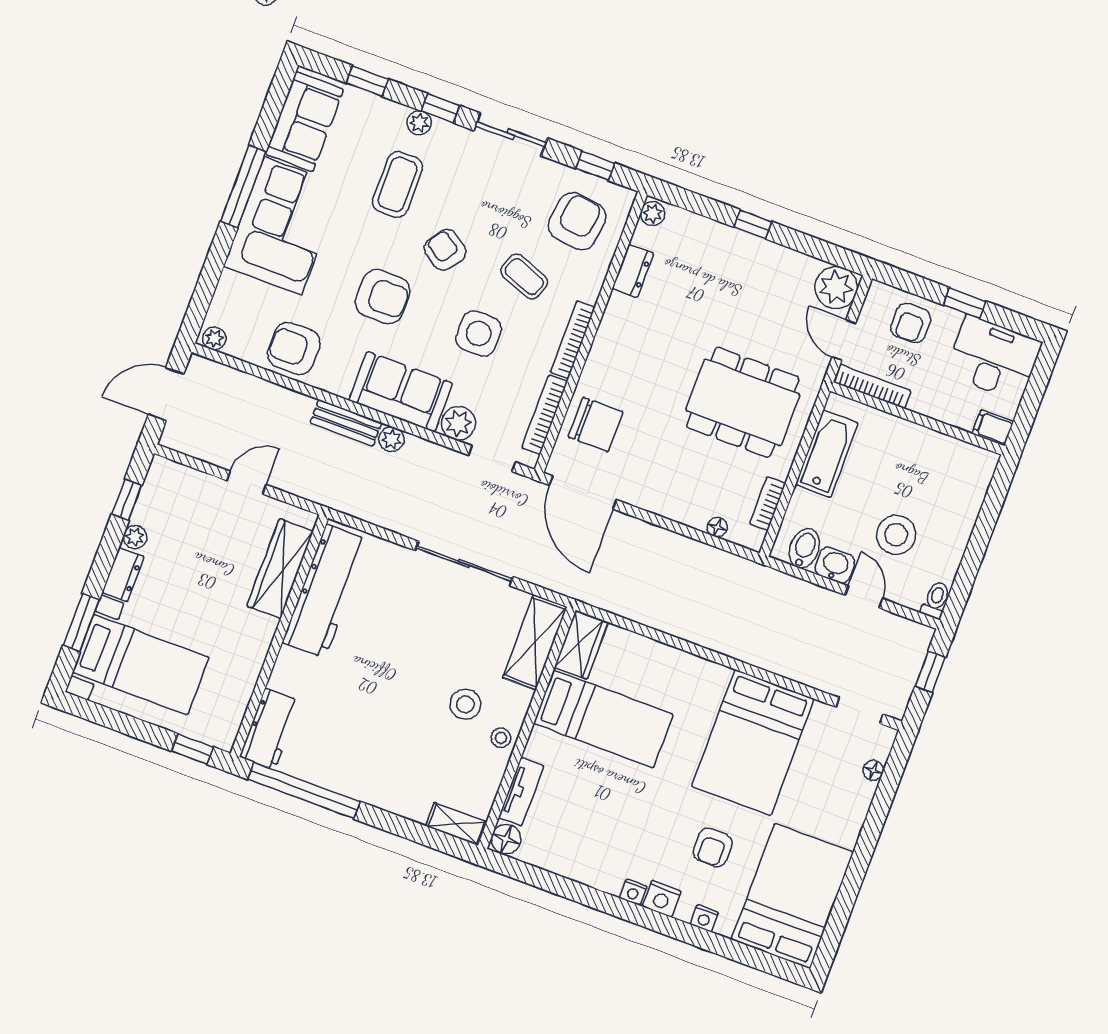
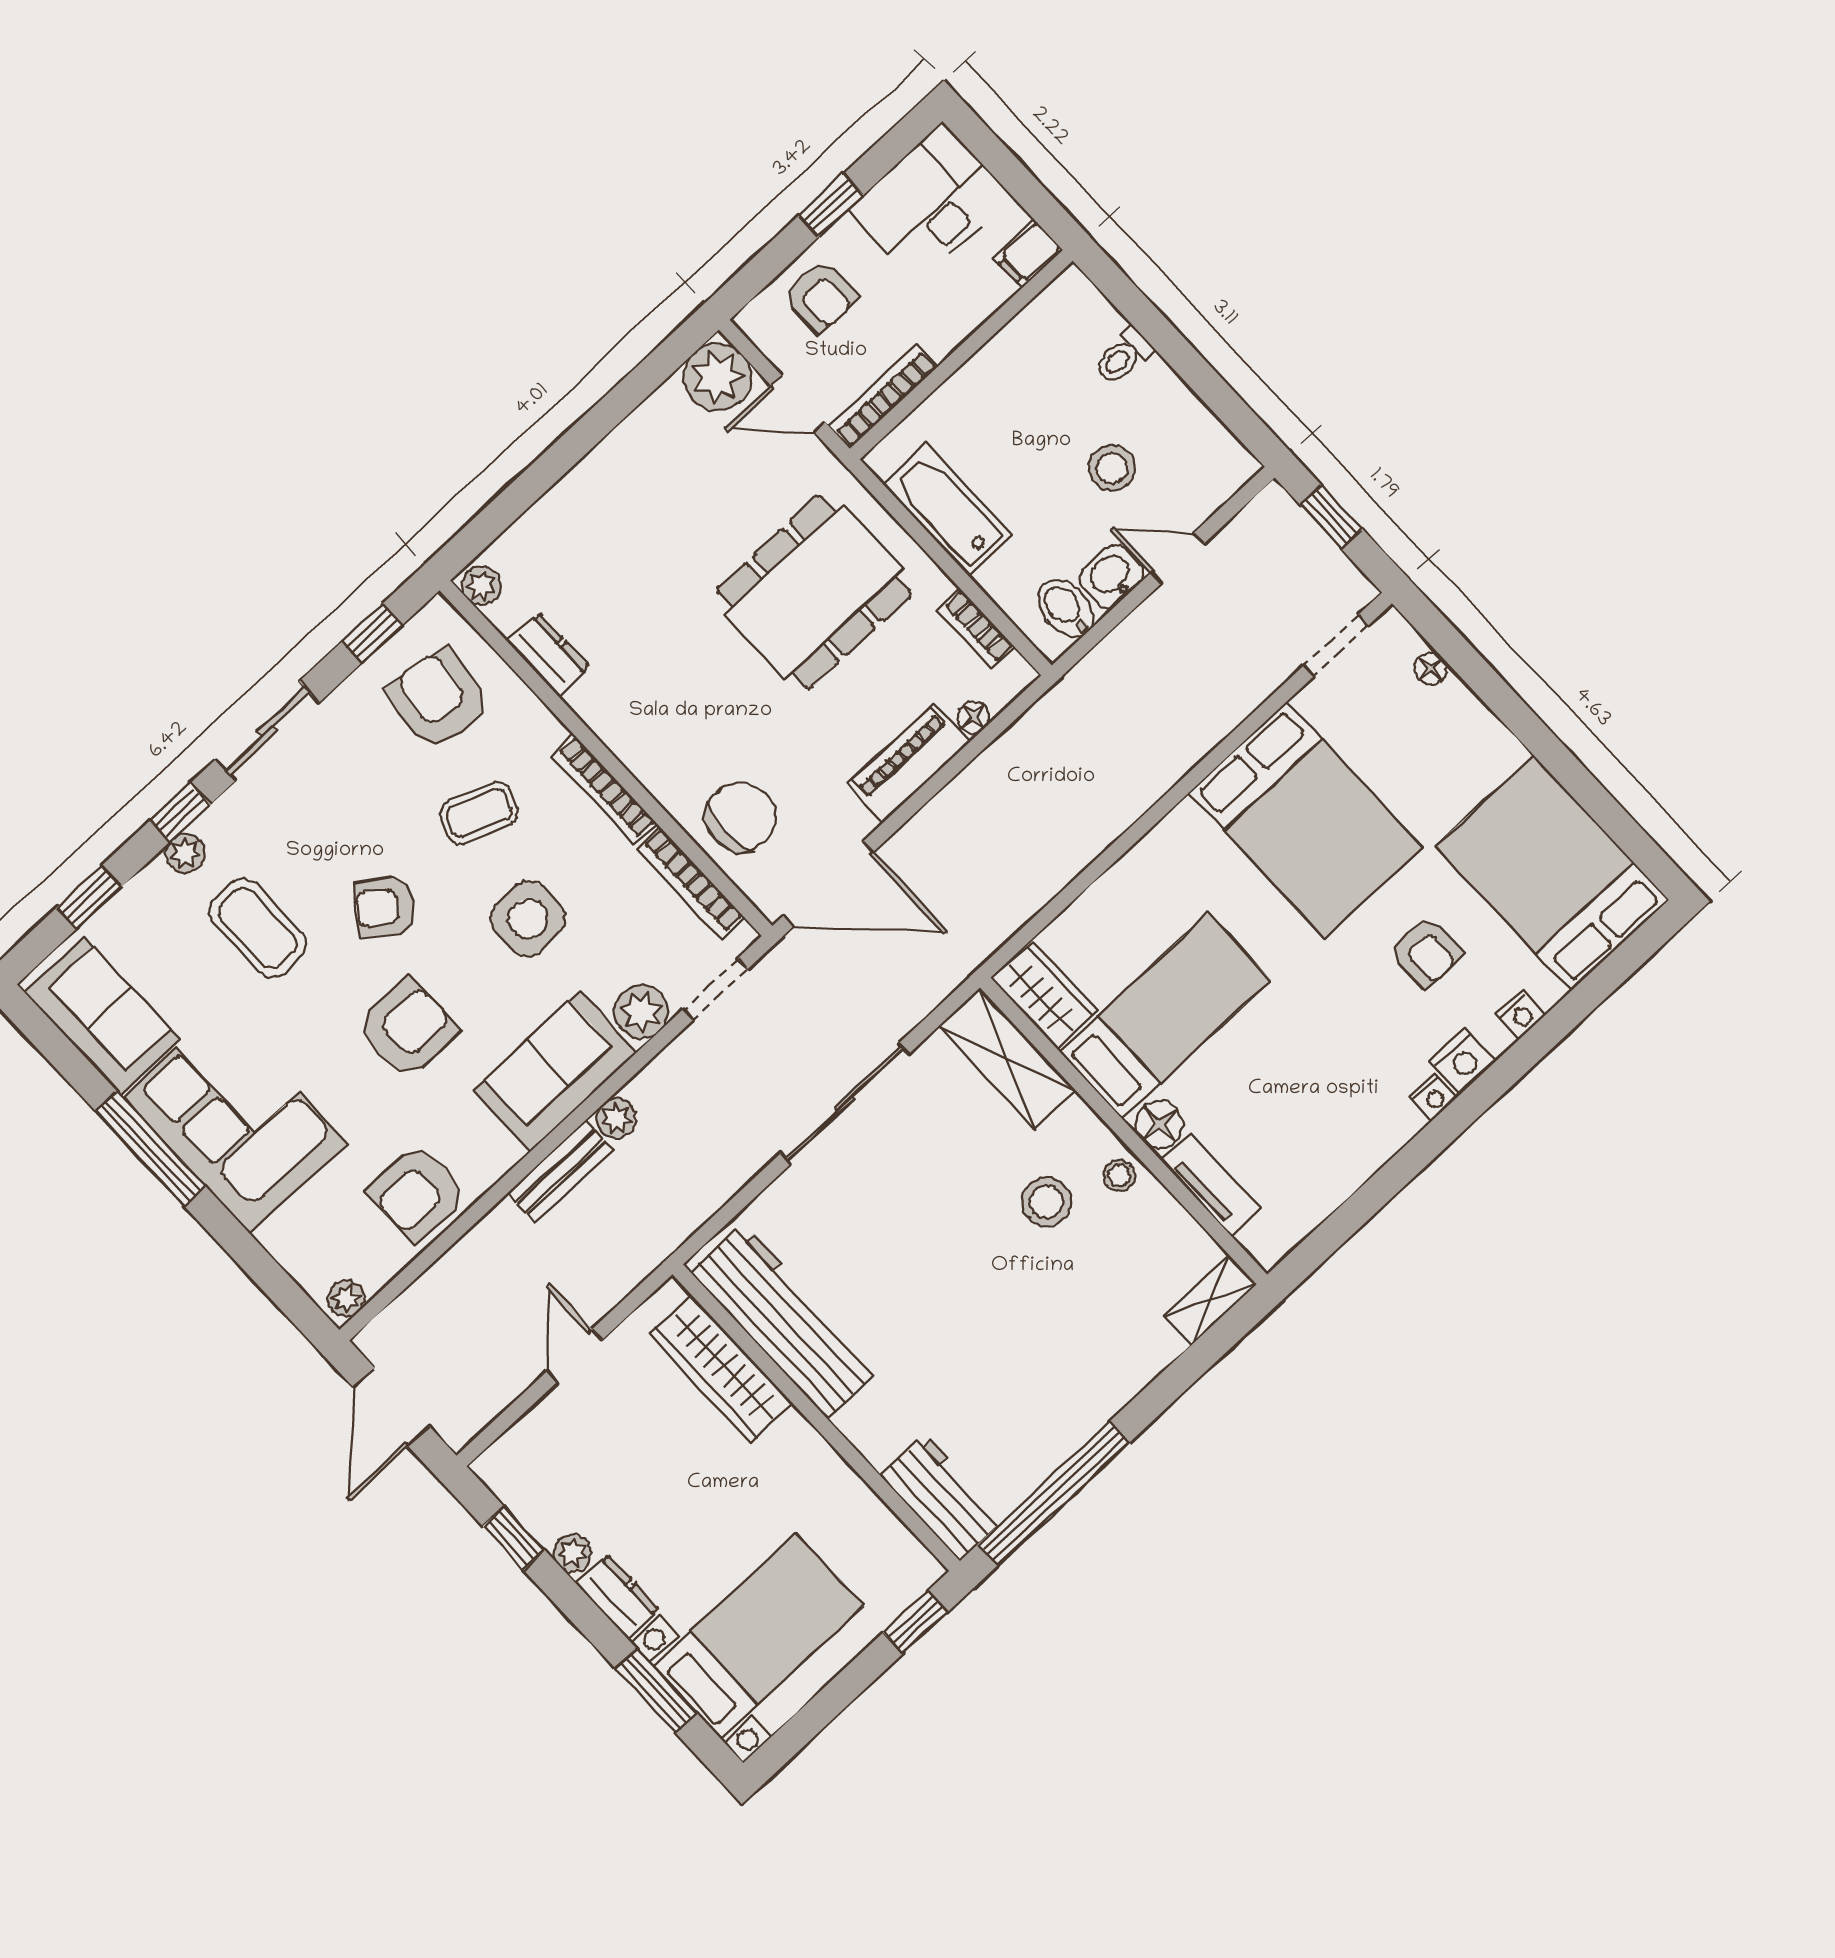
window: (753, 224) -> (568, 451), removed
piano: (673, 504) -> (909, 763), added
stool: (896, 535) -> (1112, 468), width x0.73, depth x0.73
toilet: (936, 600) -> (1123, 357), moved, turned -90
floor lamp: (506, 839) -> (1159, 1124), moved

